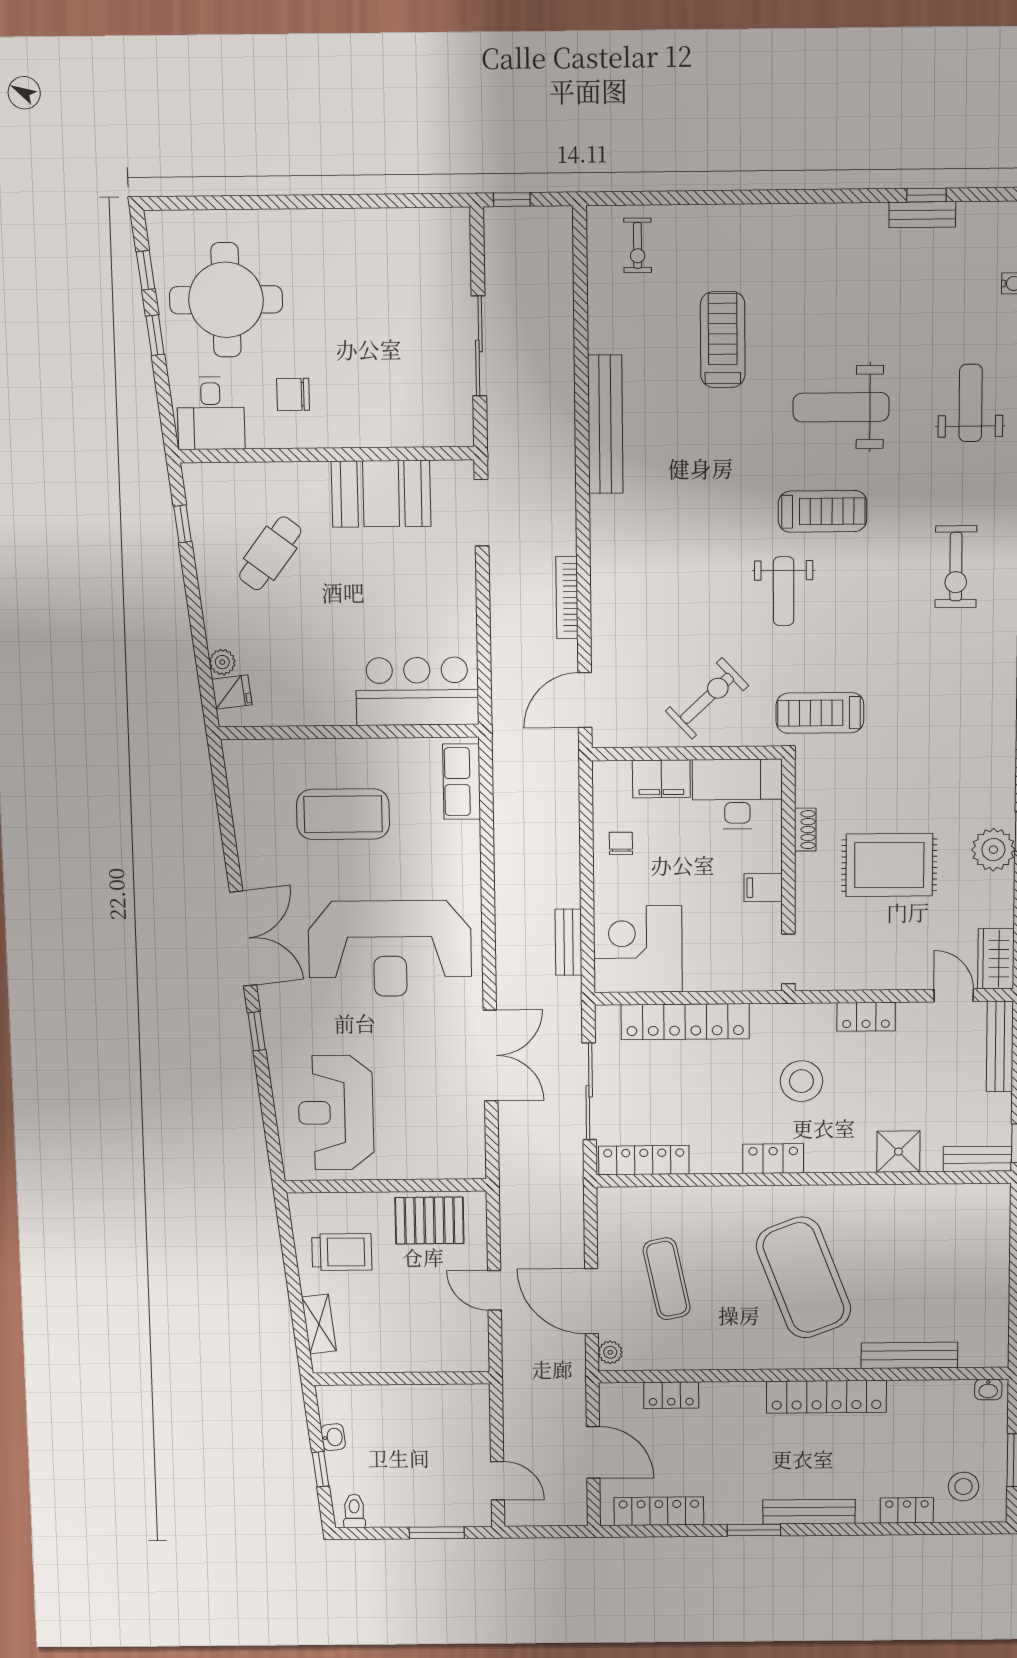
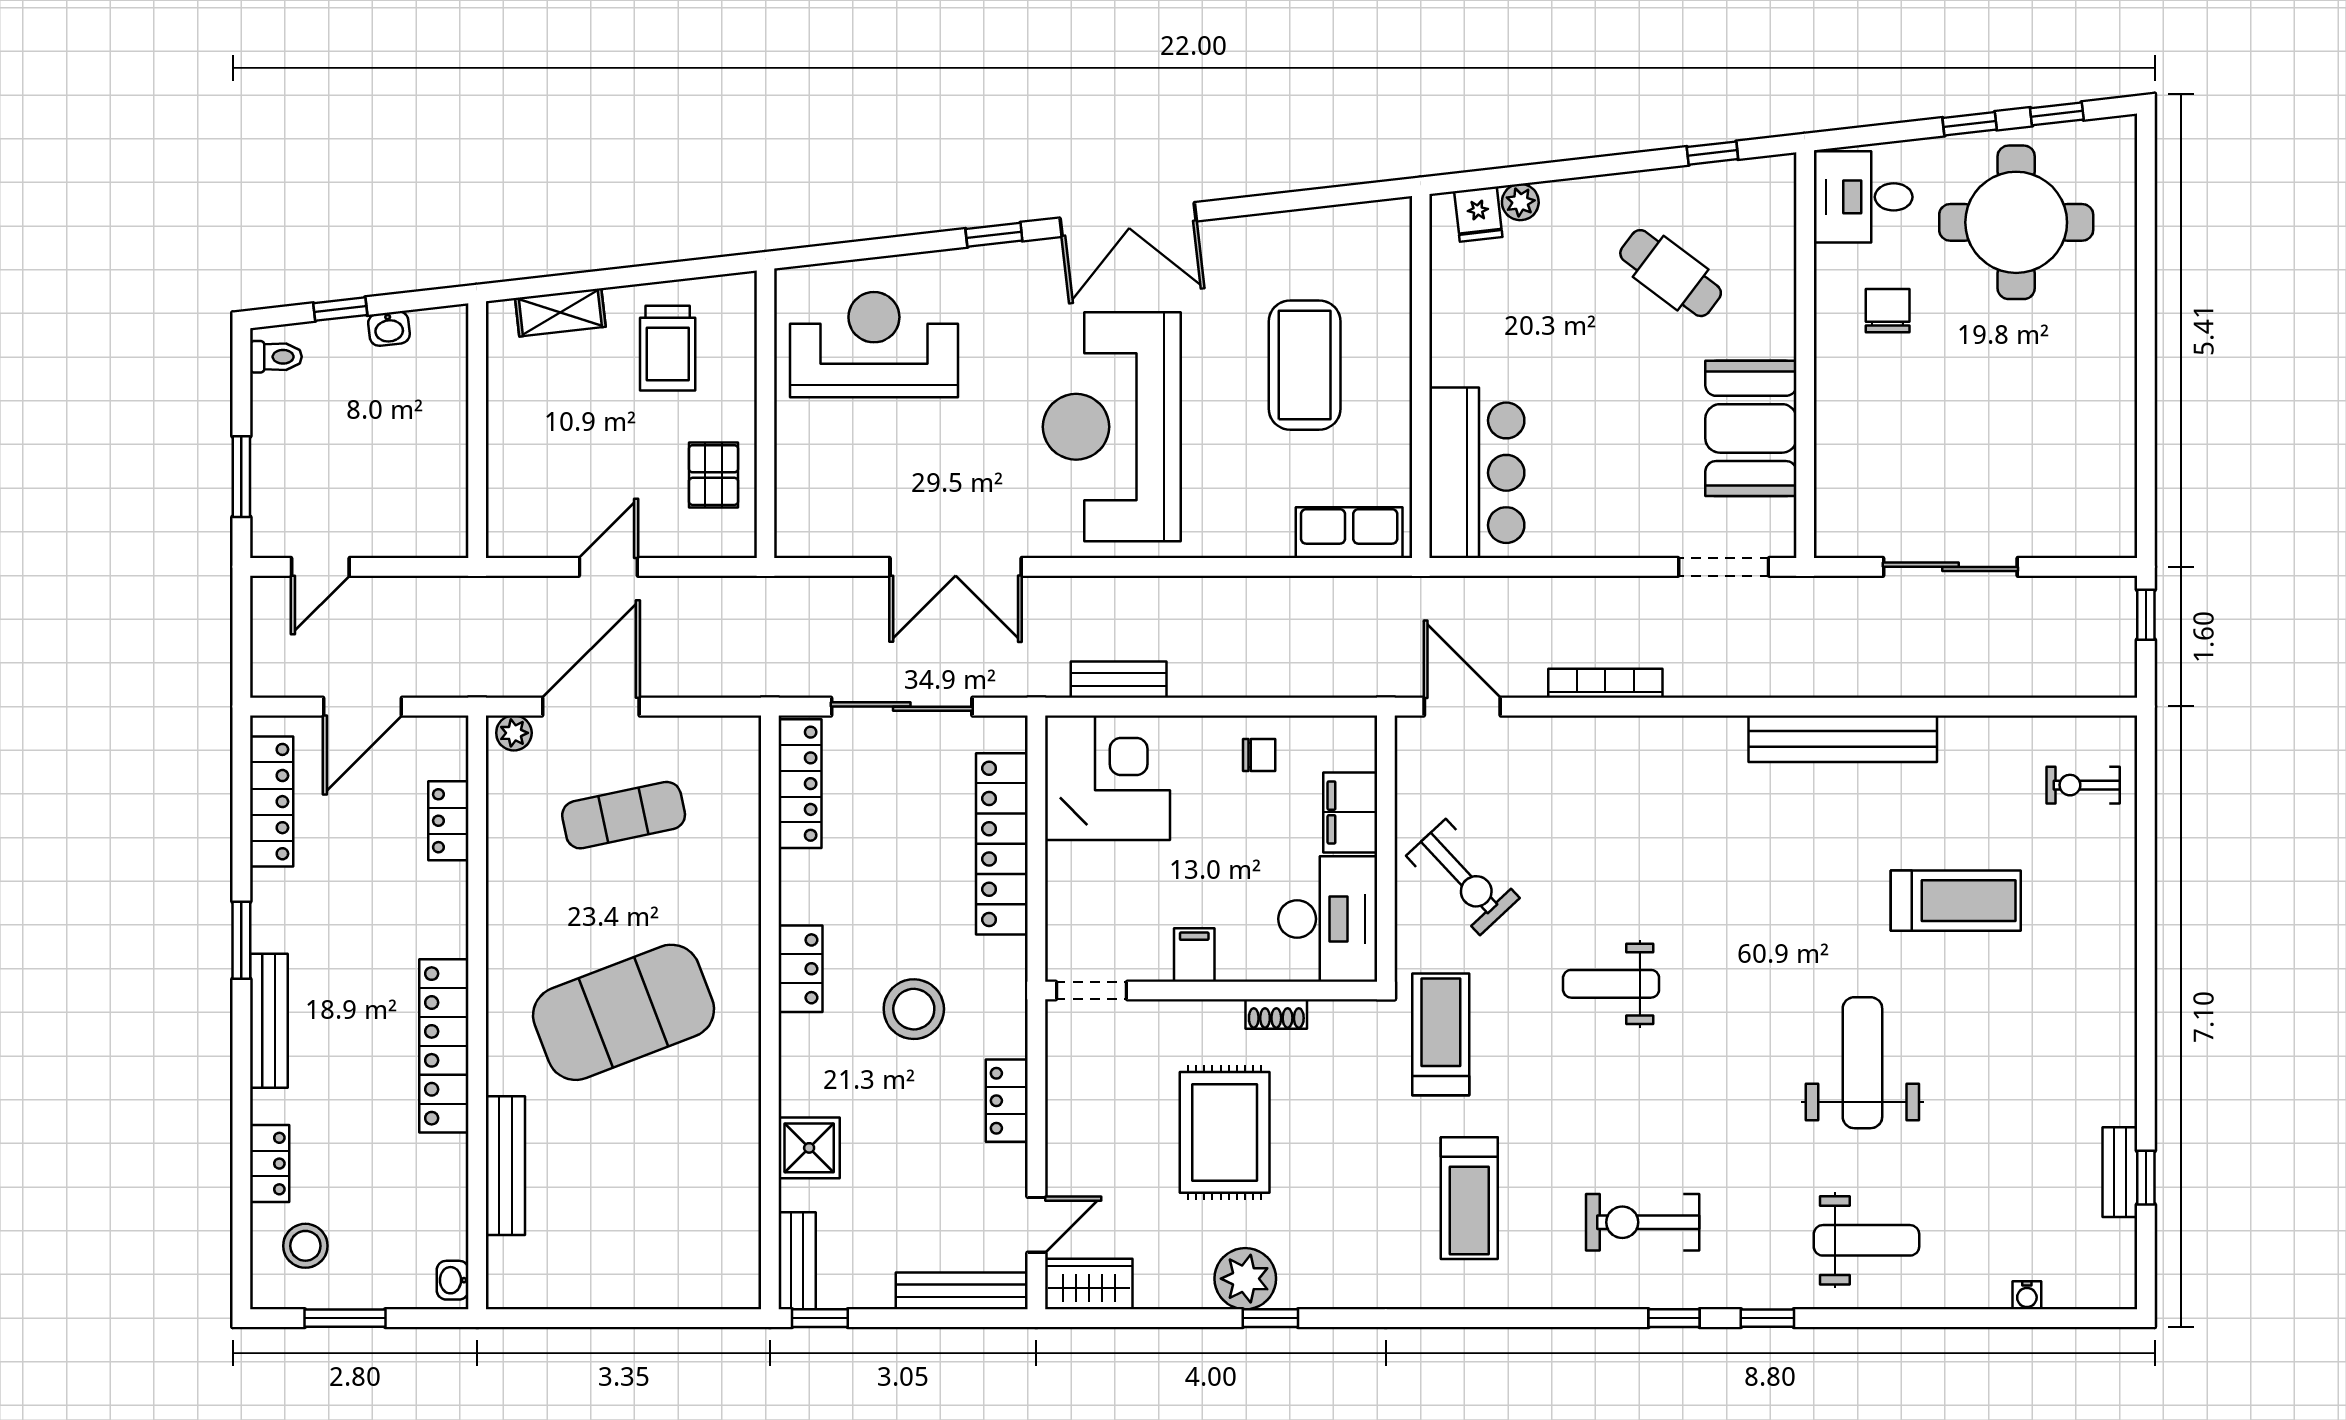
treadmill: (822, 511) -> (1469, 1198), moved
pallet: (429, 1220) -> (714, 475), width x0.67, depth x0.71

